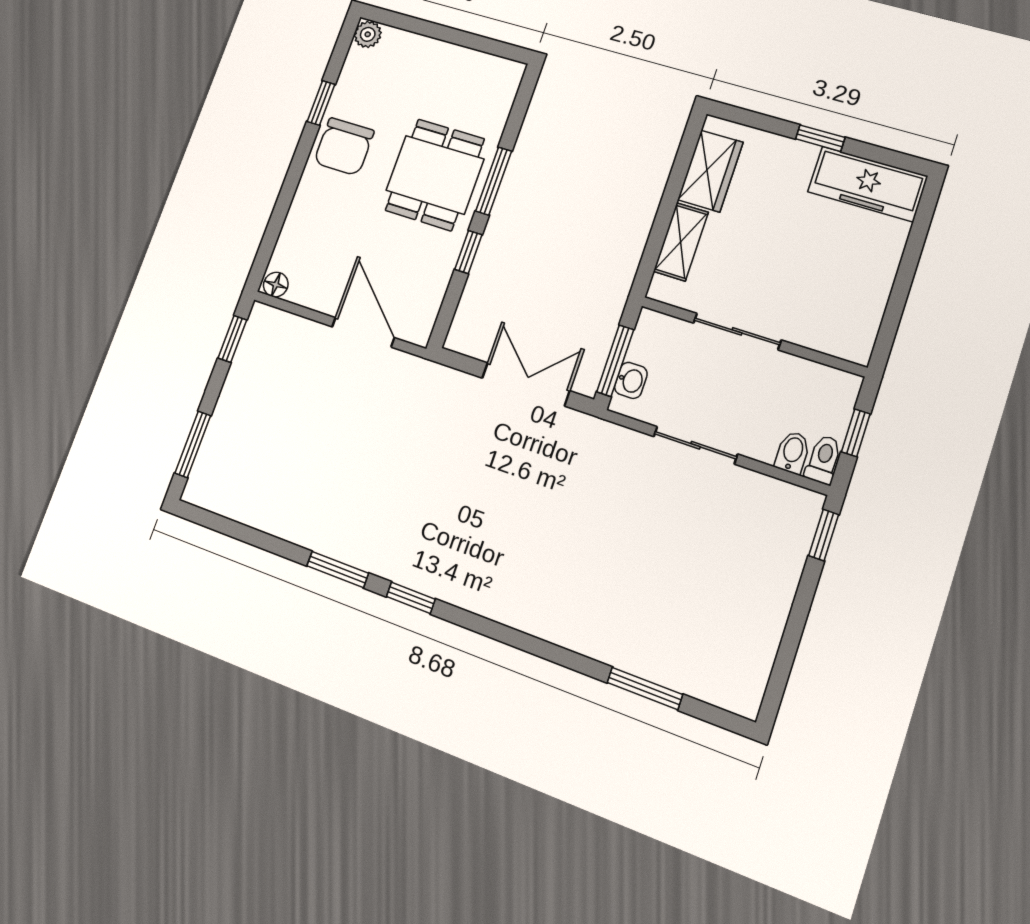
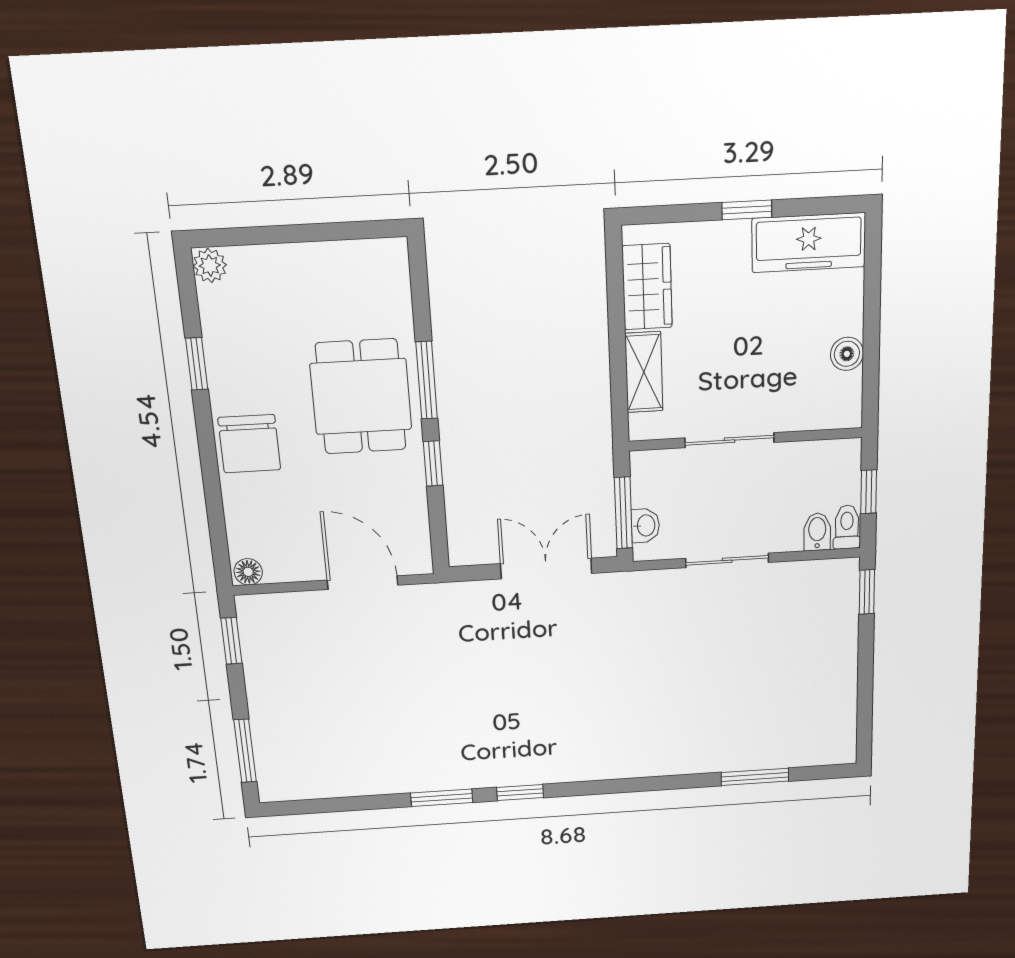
chair: (344, 147) -> (249, 444), moved
boiler: (874, 294) -> (847, 354), added

